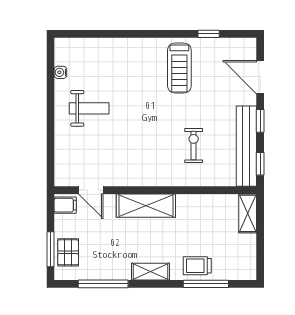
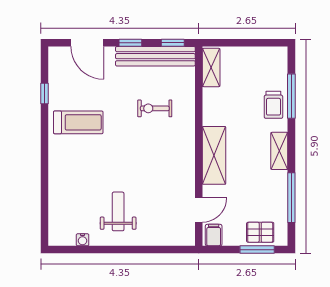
door: (260, 77) -> (87, 43), hinge flipped
shelving: (248, 213) -> (211, 67), moved, turned 90

